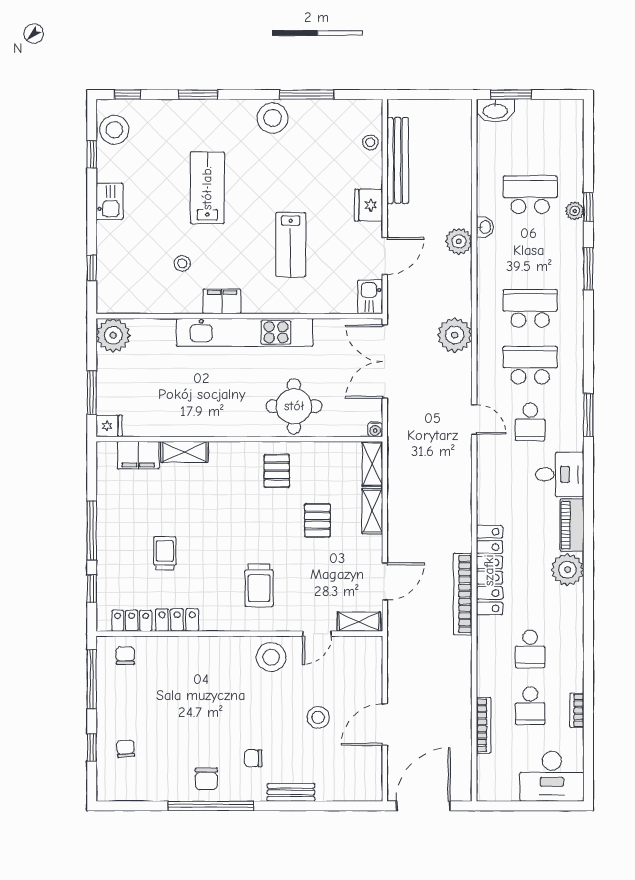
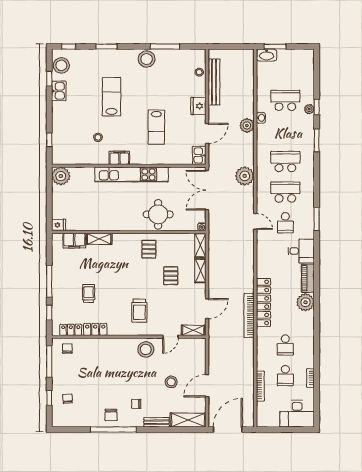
kitchen sink: (109, 201) -> (59, 91), moved
window: (92, 393) -> (49, 207), removed
shelving: (349, 788) -> (188, 420), added

